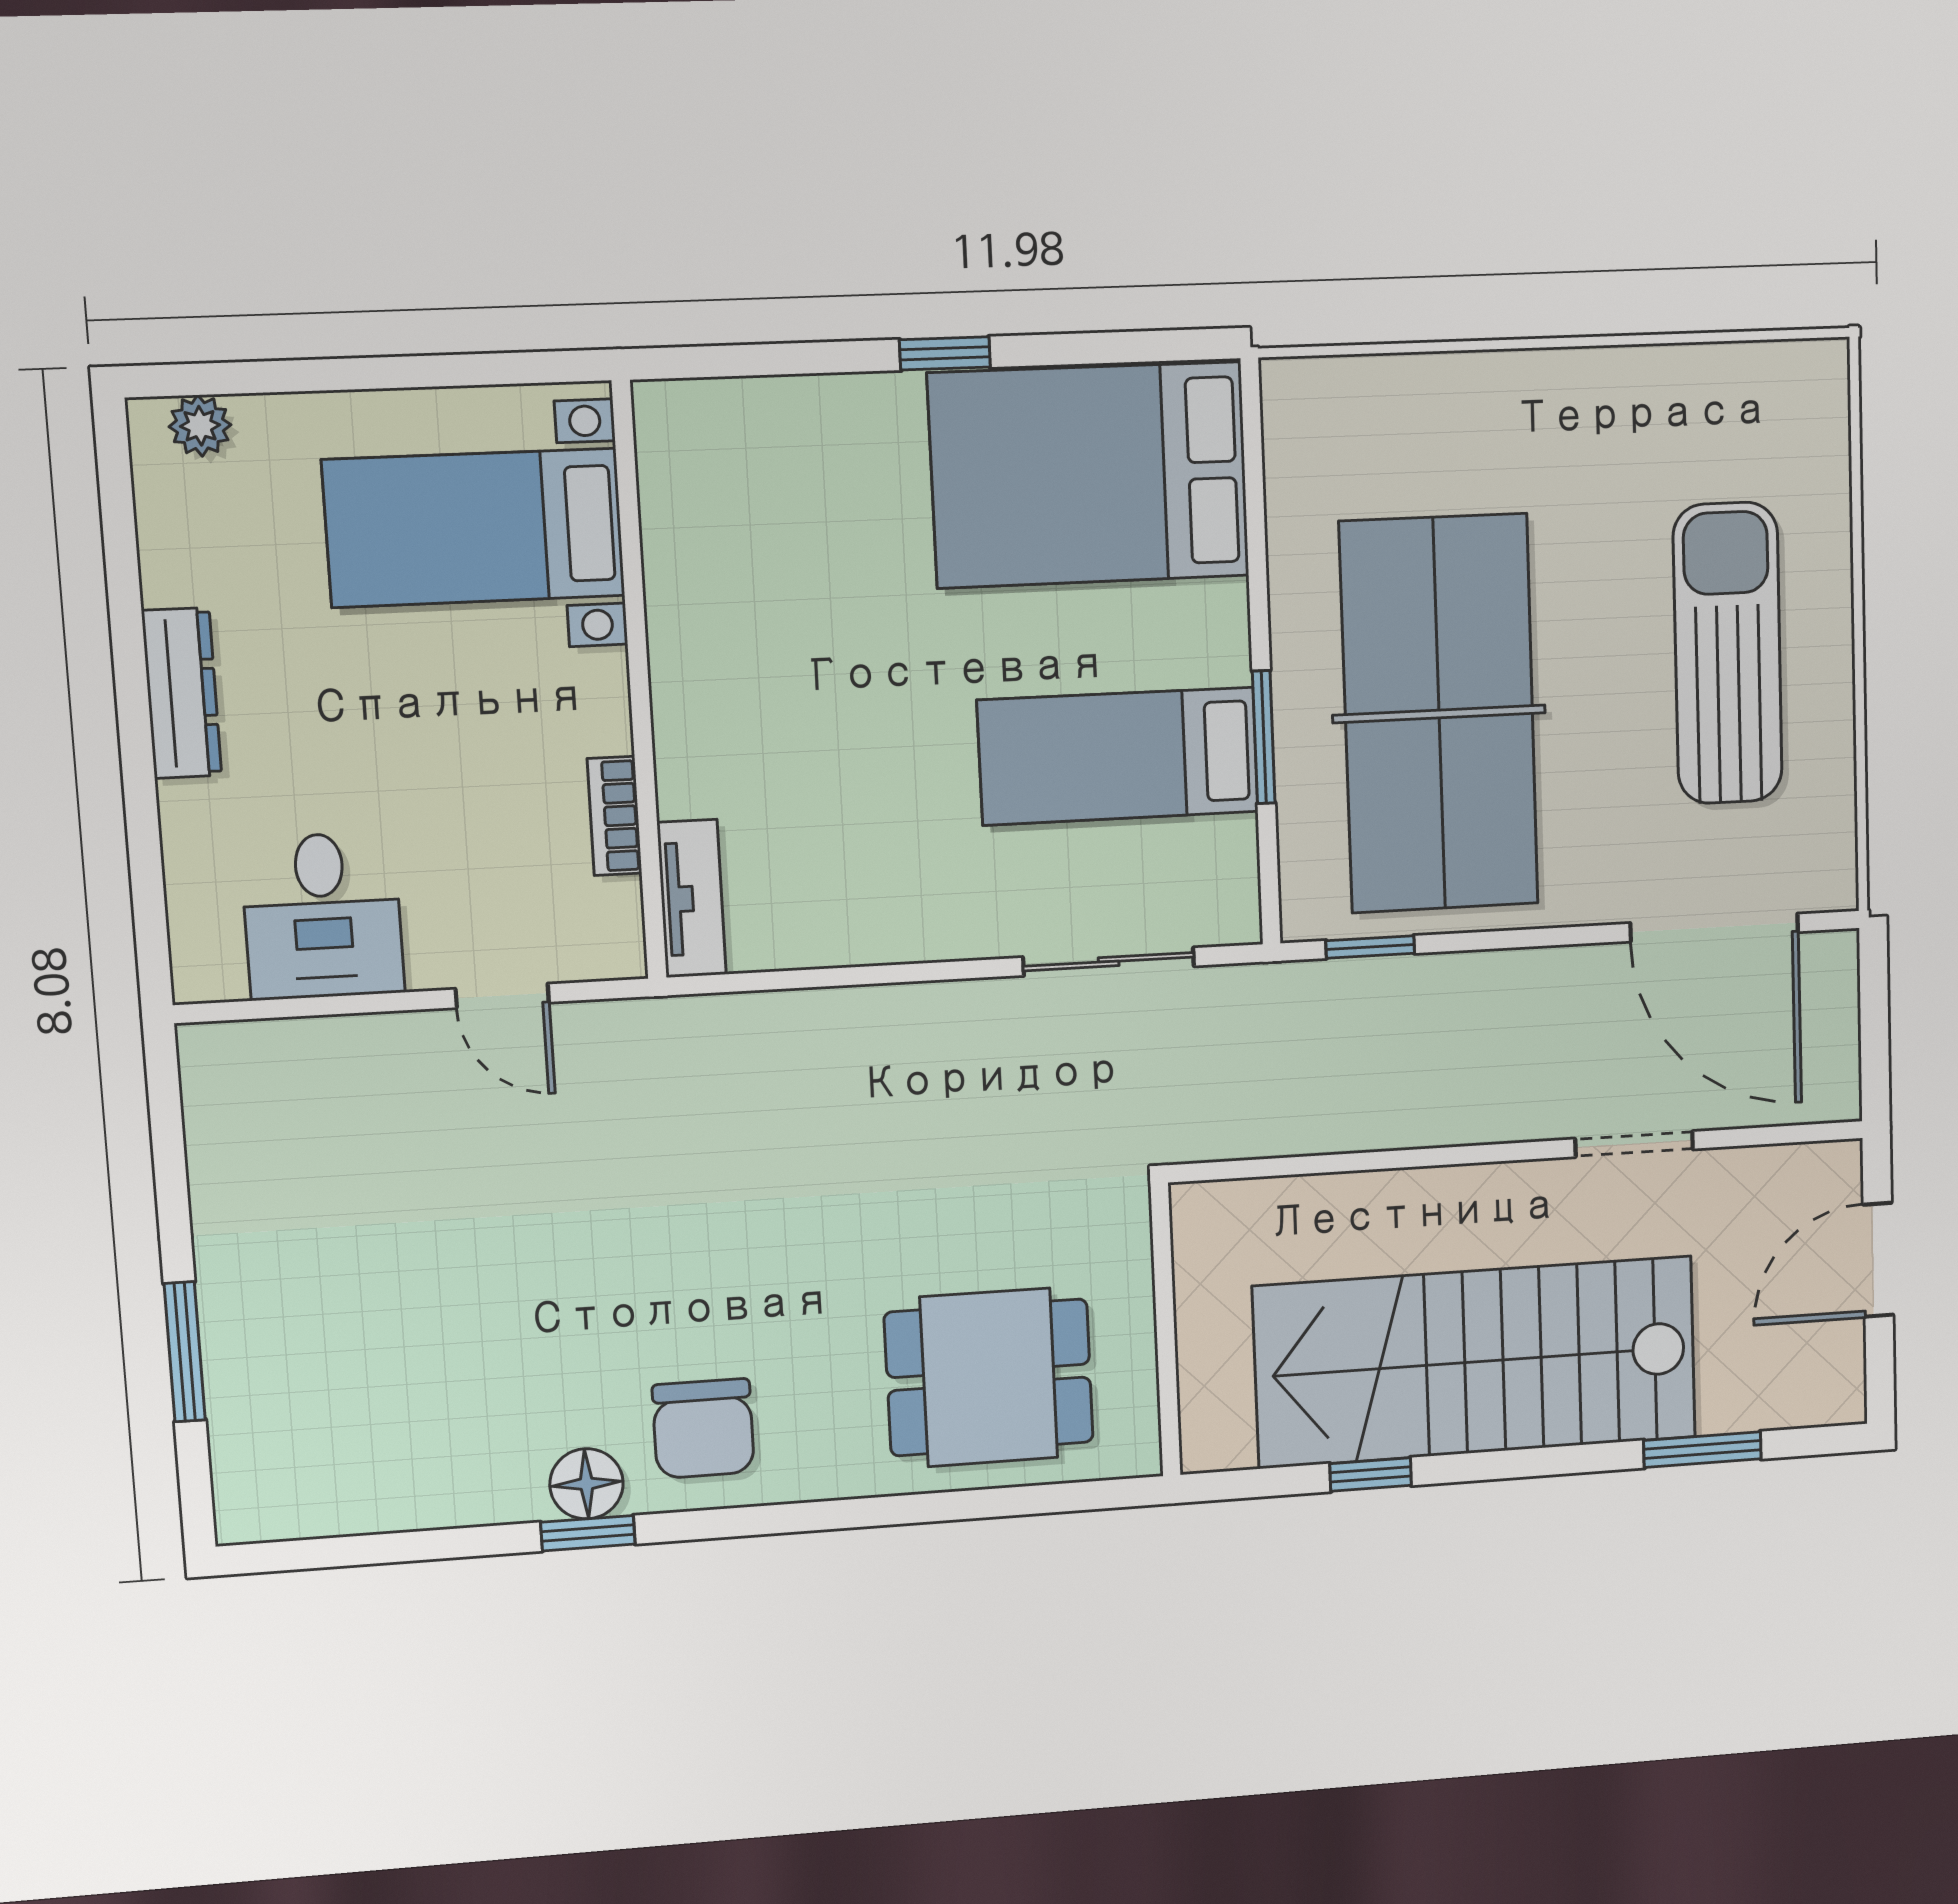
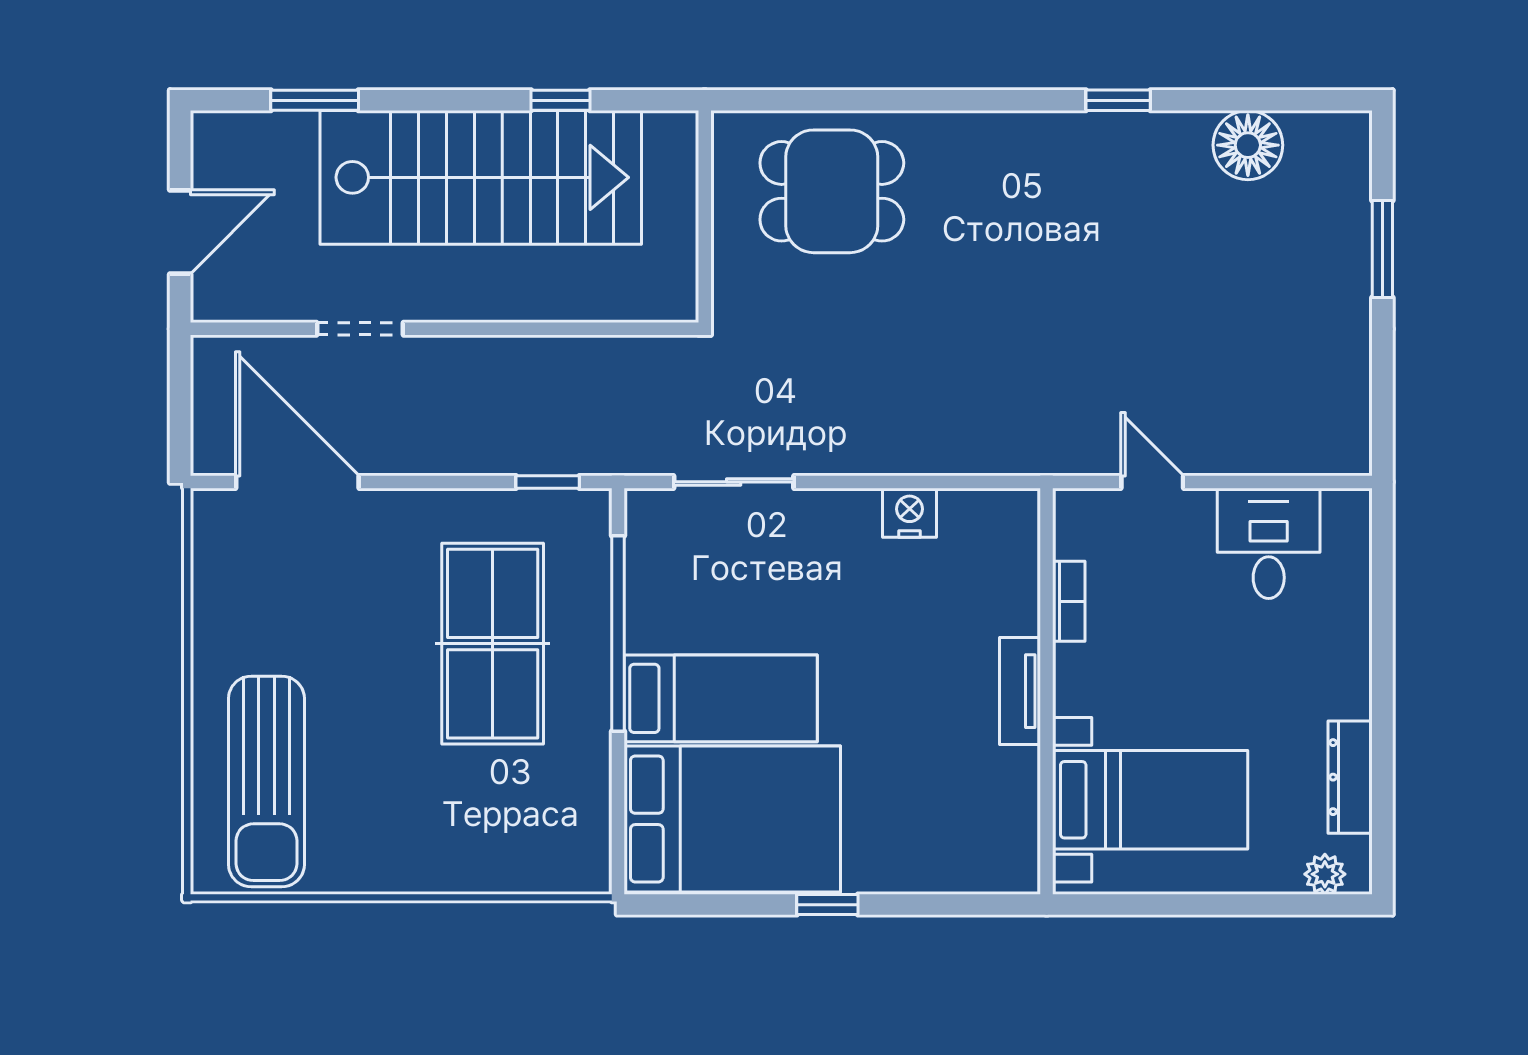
sun lounger: (1728, 653) -> (266, 781), moved
dresser: (182, 693) -> (1350, 777), moved
table tennis table: (1439, 714) -> (493, 644), width x0.73, depth x0.76
window: (1264, 737) -> (618, 633), width x2.11
bed: (1118, 756) -> (721, 698), moved
tv unit: (692, 899) -> (1020, 691), moved
nightstand: (855, 932) -> (909, 513), added
chair: (703, 1429) -> (1034, 169), removed
floor lamp: (586, 1484) -> (1248, 145), moved, width x1.38, depth x1.38

